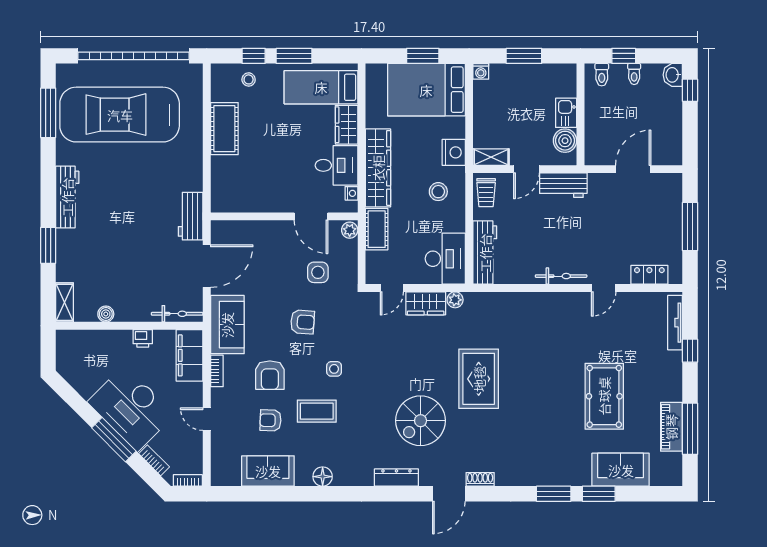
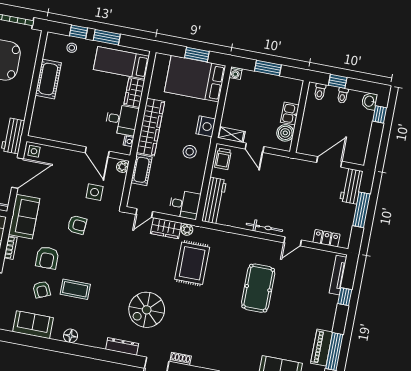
door: (526, 169) -> (254, 148), hinge flipped
workbench: (563, 185) -> (351, 186), moved, turned 90
desk: (445, 259) -> (185, 204), width x0.73
side table: (334, 369) -> (34, 151), moved
rug: (479, 379) -> (192, 263), moved
pool table: (604, 396) -> (258, 288), moved
armchair: (271, 420) -> (42, 289), turned -116

